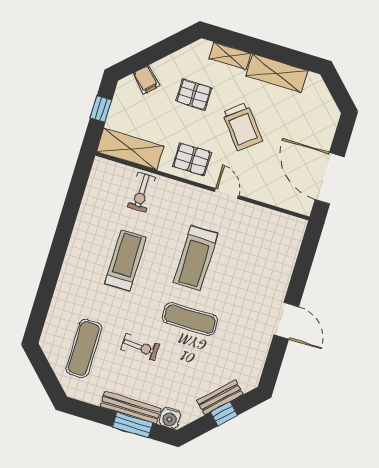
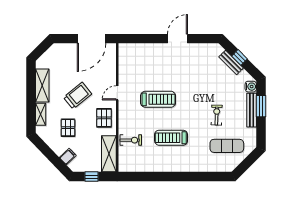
exercise mat: (190, 319) -> (193, 92), removed

